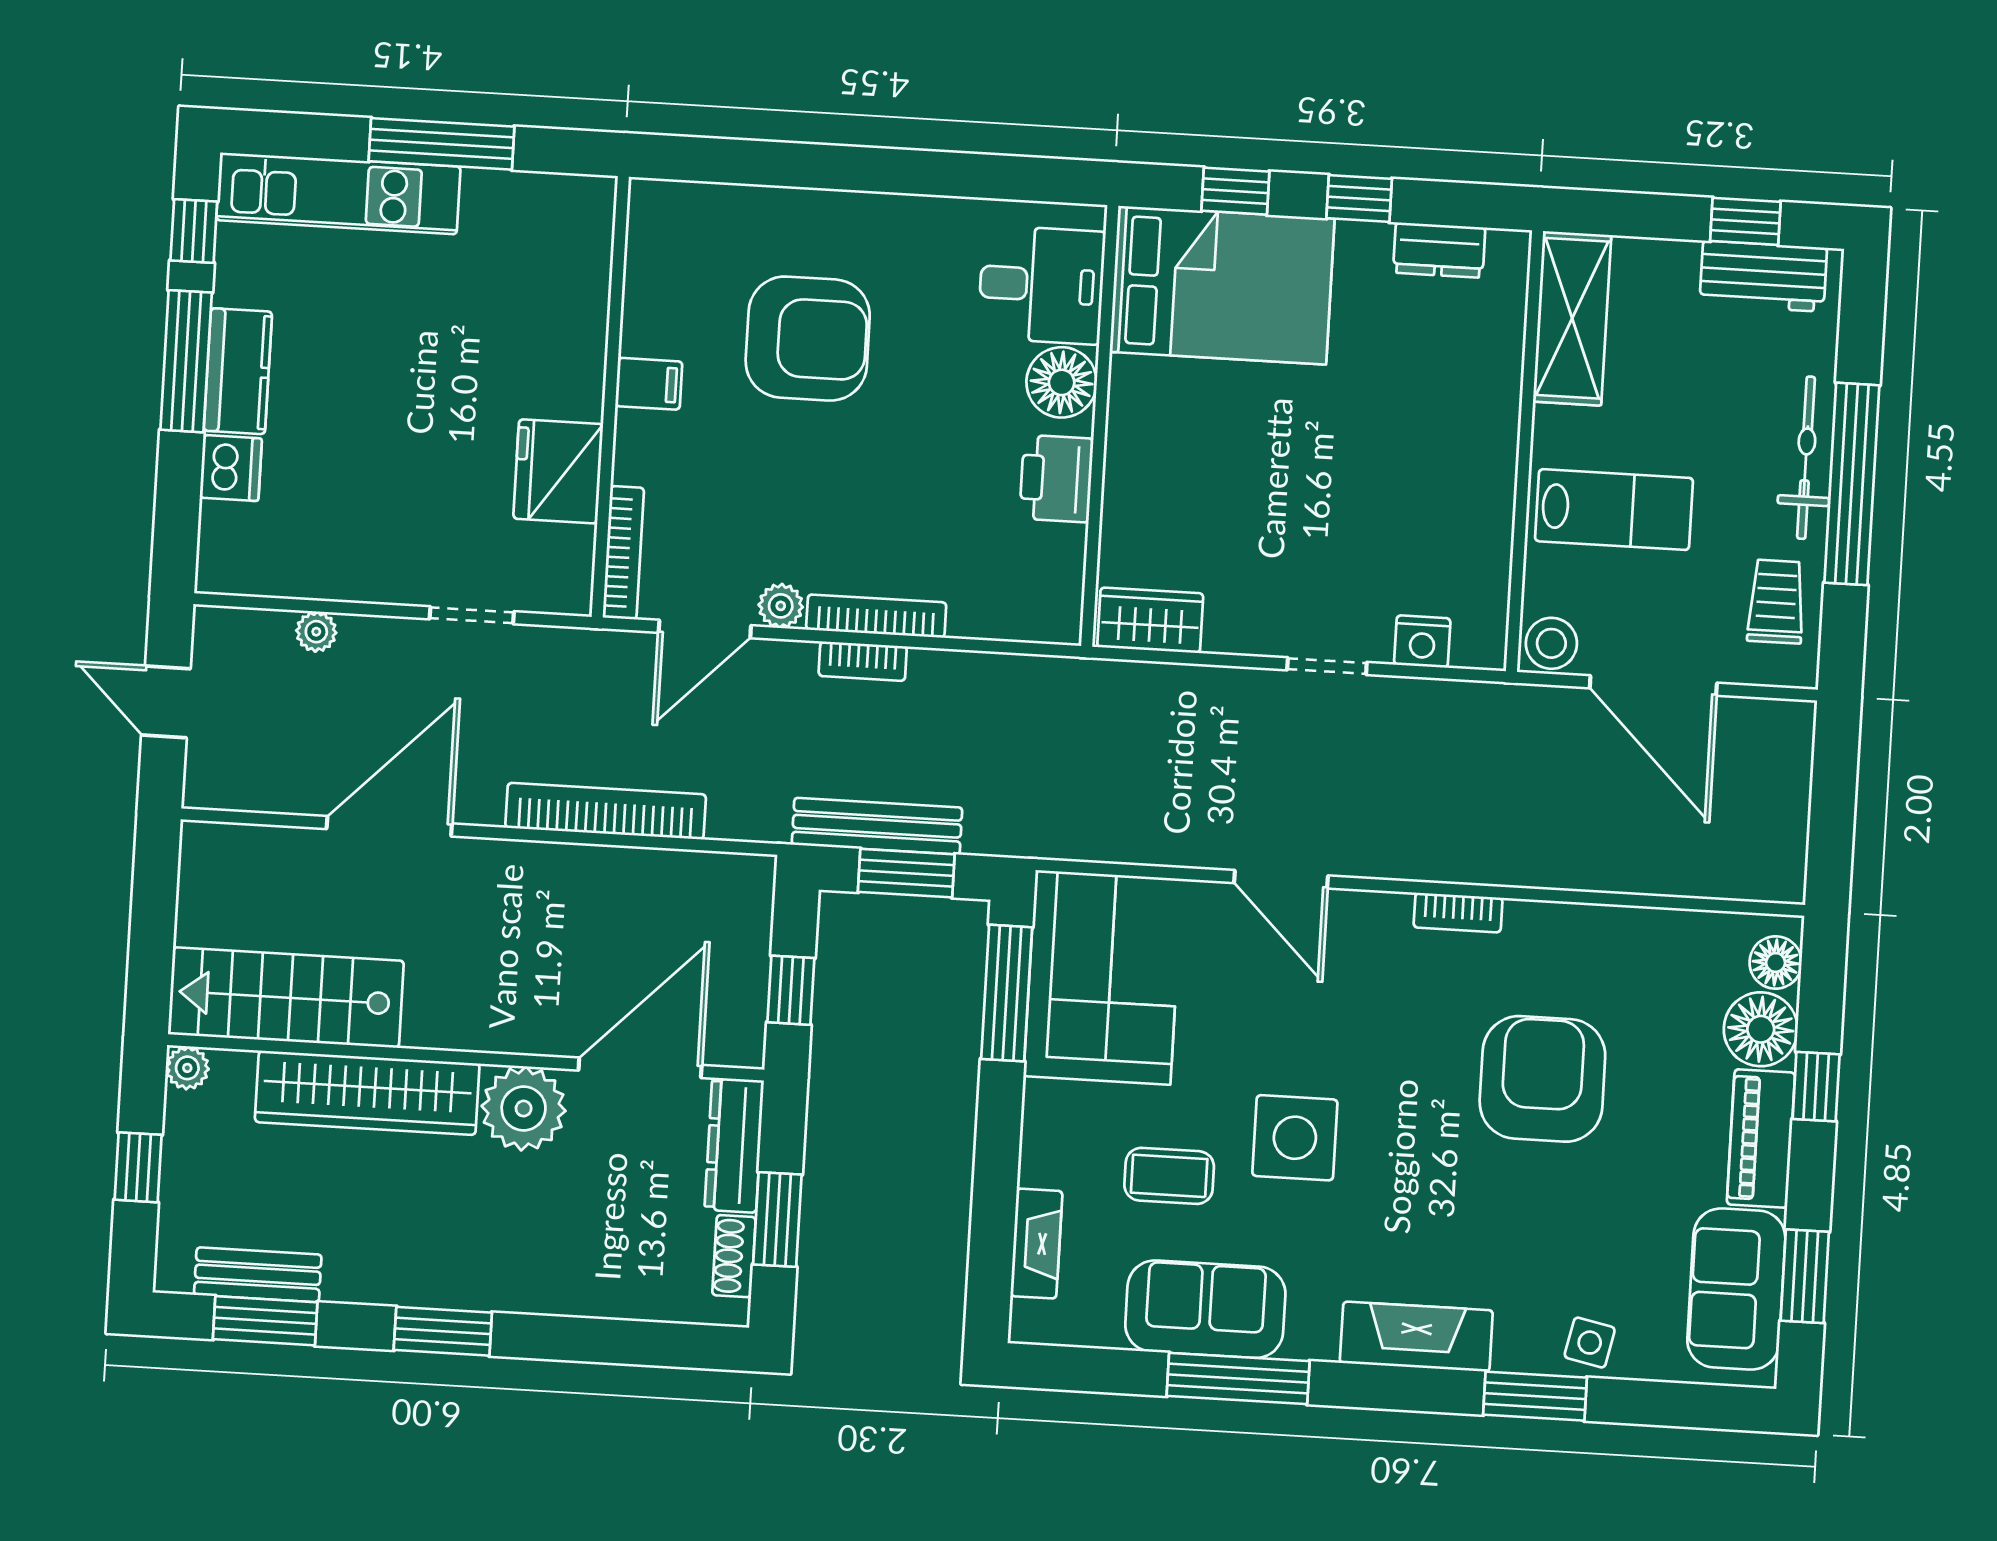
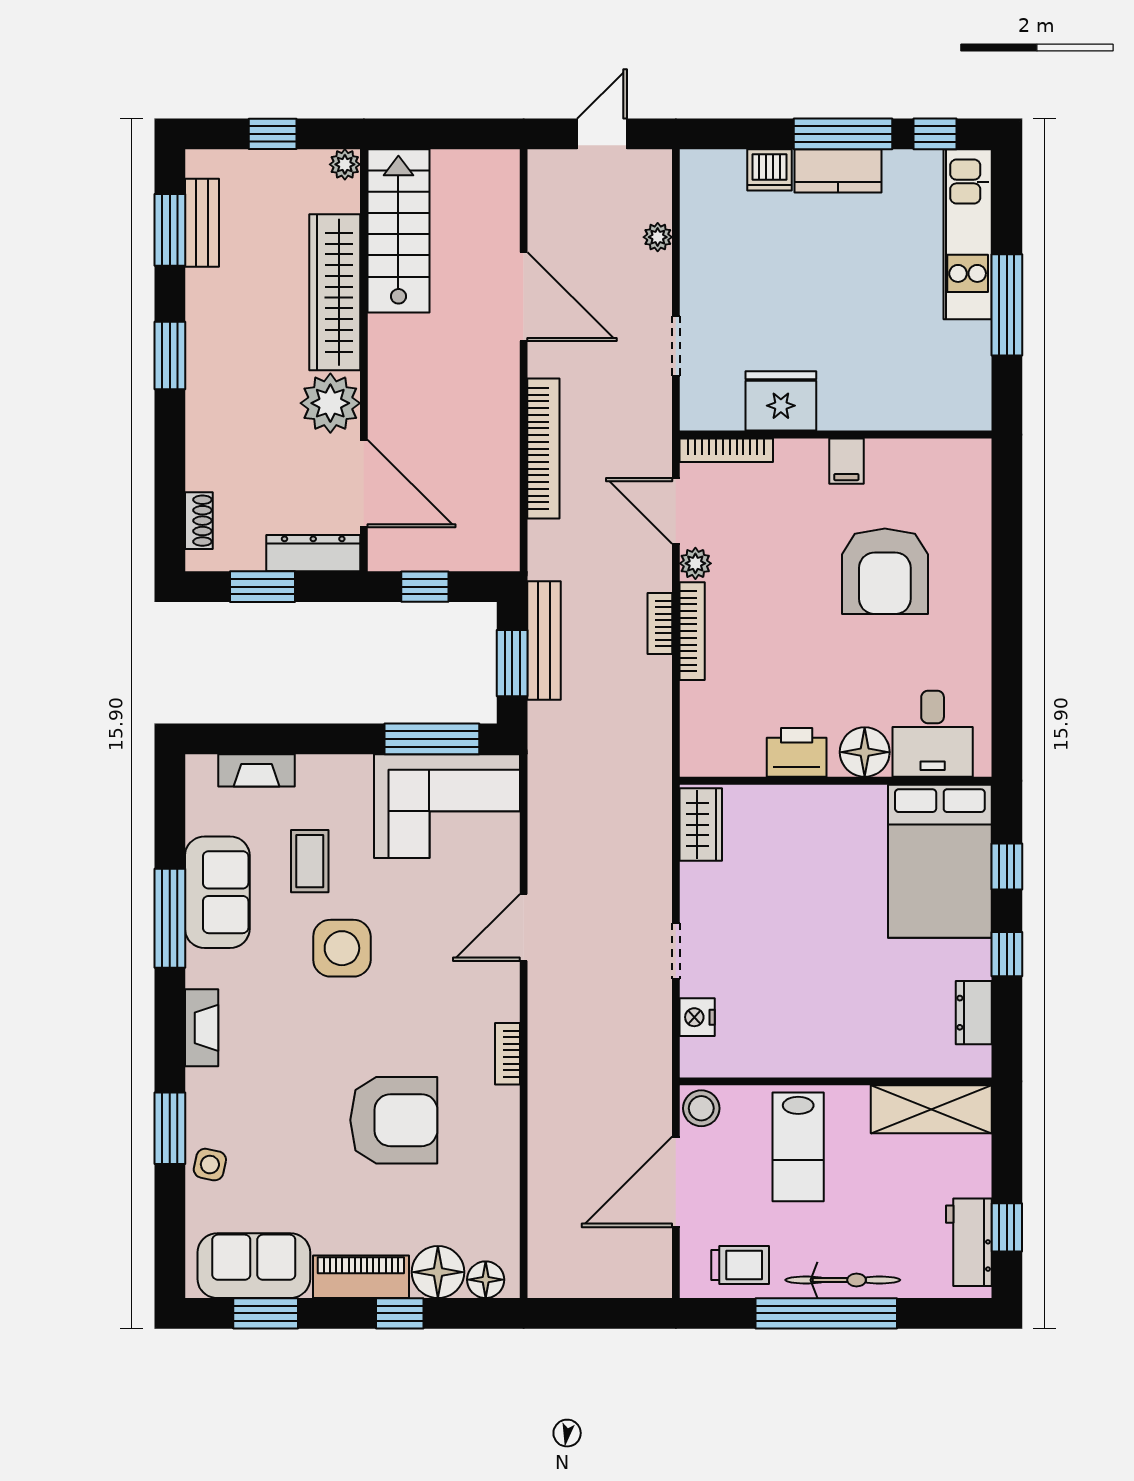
shoe rack: (734, 1256) -> (199, 521), moved, turned 90
fireplace: (1416, 1337) -> (202, 1028), width x0.73, depth x0.76

